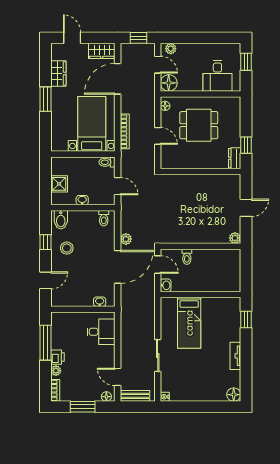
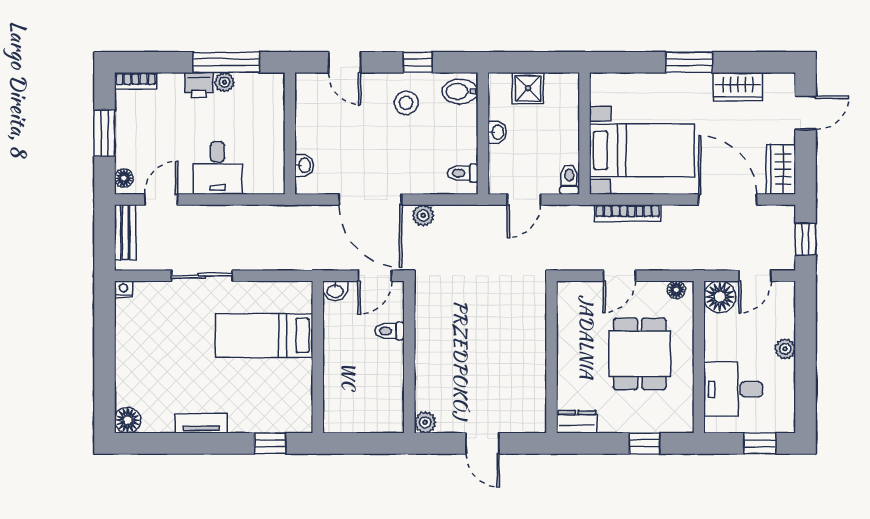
plant: (171, 49) -> (785, 349), moved
window: (246, 145) -> (644, 443), moved
desk: (101, 332) -> (218, 168), moved
plant: (56, 371) -> (224, 82), moved

